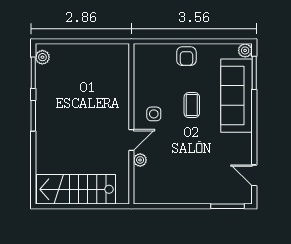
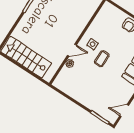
coffee table: (192, 105) -> (102, 59), moved
door: (254, 175) -> (124, 111), hinge flipped

